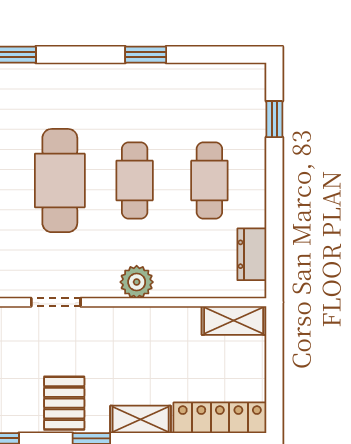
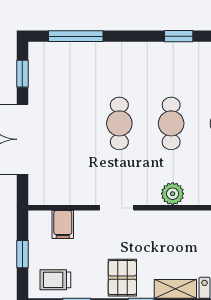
cafe table: (60, 181) -> (119, 123), width x0.73, depth x0.74

